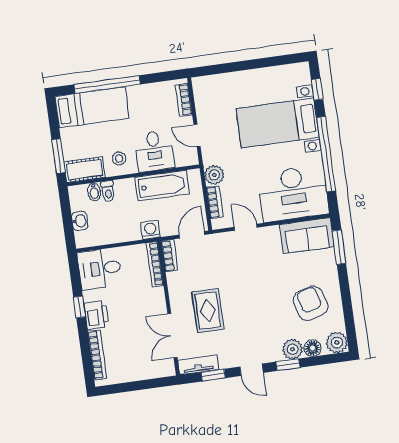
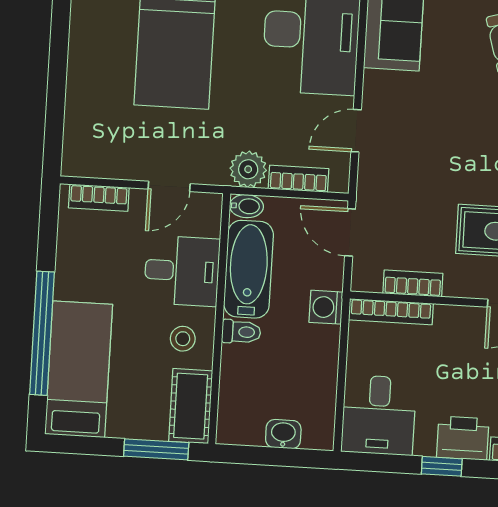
toilet: (108, 191) -> (241, 332), moved
bidet: (94, 192) -> (246, 206), moved
bookcase: (169, 256) -> (413, 283), moved

